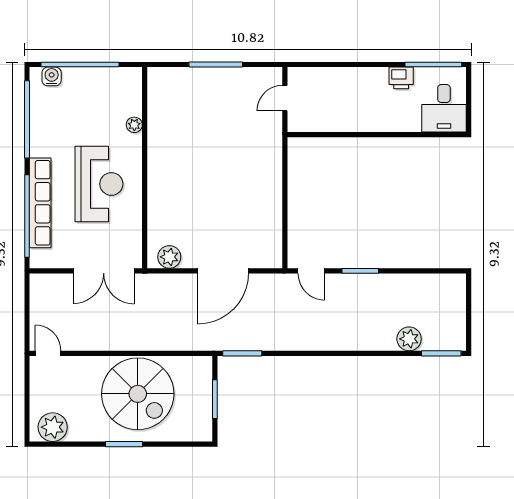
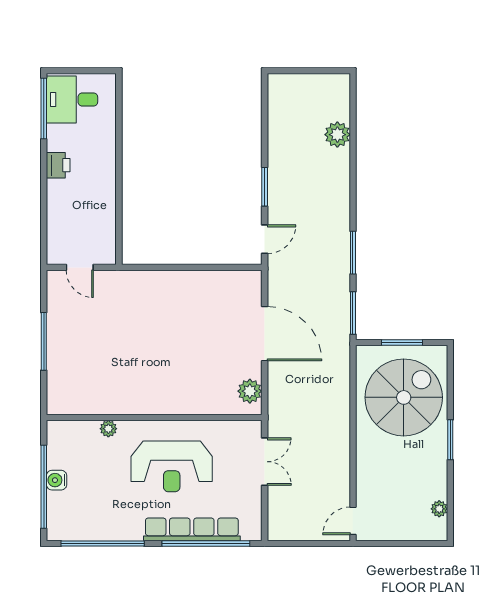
water cooler: (52, 76) -> (57, 480), moved
printer: (401, 78) -> (58, 165), moved
desk: (444, 108) -> (72, 100), moved, turned 180
reception desk: (99, 184) -> (172, 466), turned 180
double door: (104, 271) -> (265, 462), width x0.73
window: (441, 353) -> (353, 253), moved
spiral stairs: (138, 394) -> (404, 397), moved
plant: (53, 427) -> (439, 509), width x0.53, depth x0.53

